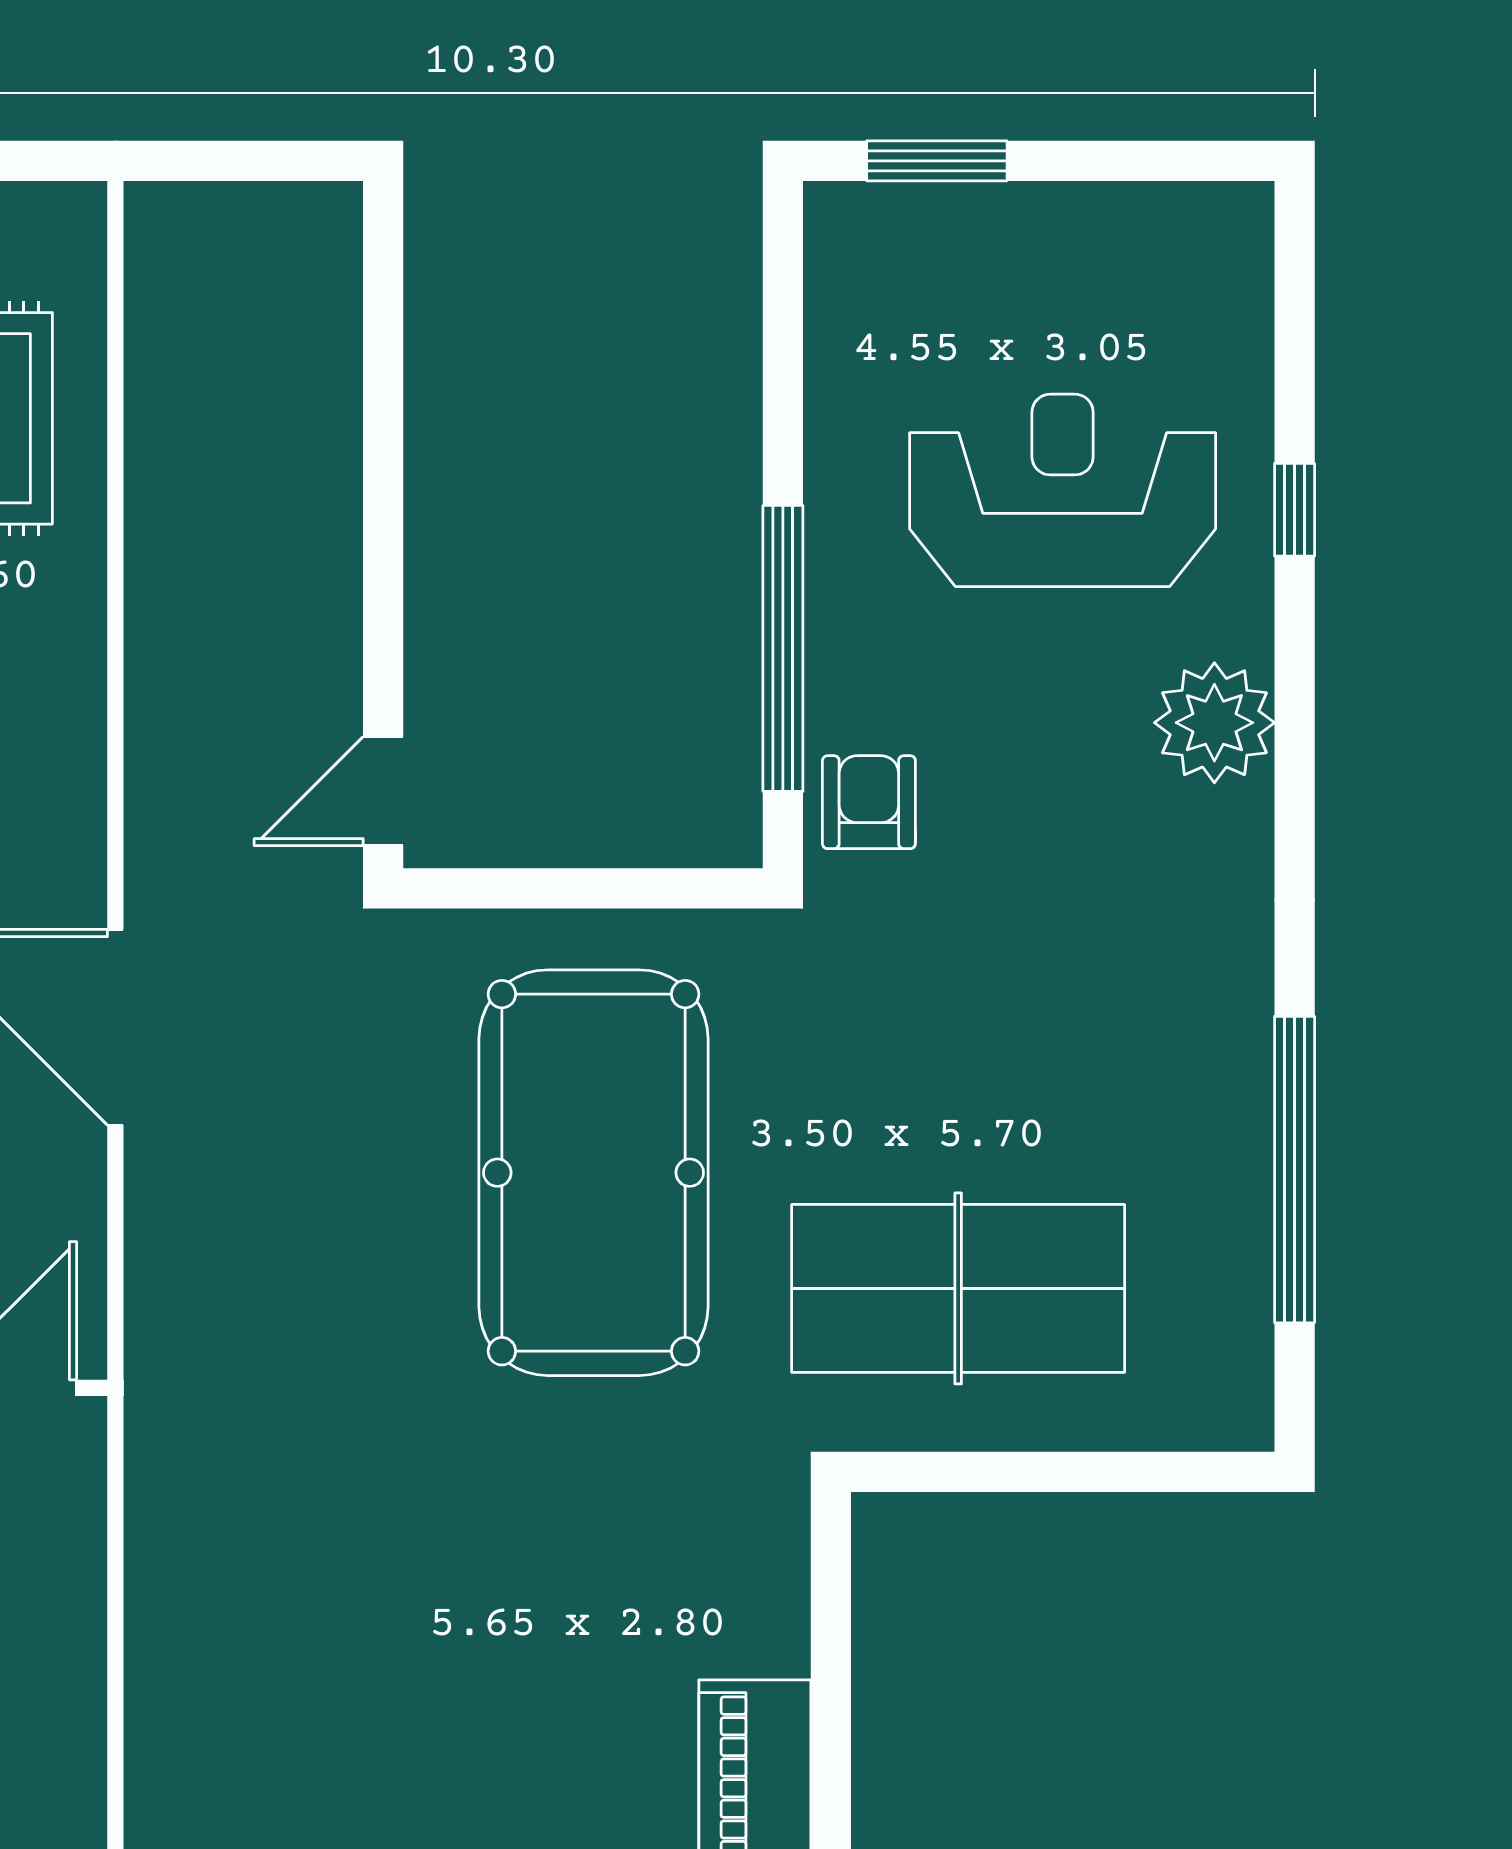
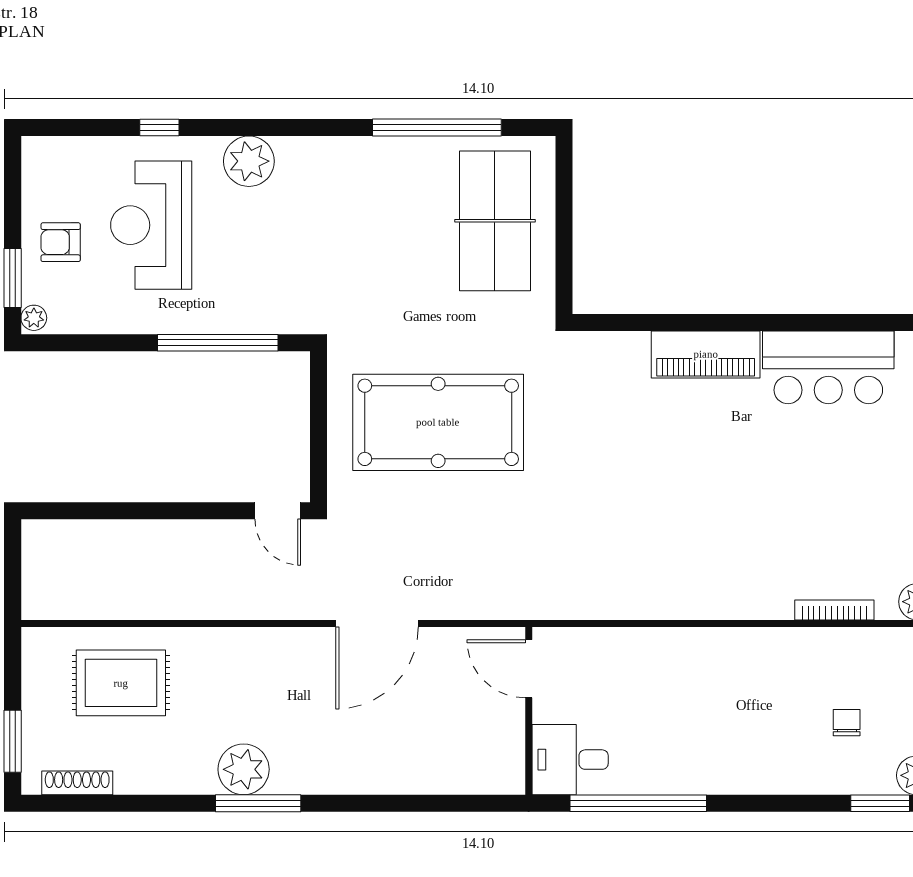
plant: (842, 211) -> (34, 318), added
armchair: (869, 802) -> (61, 242), moved
table tennis table: (958, 1288) -> (495, 221), moved

